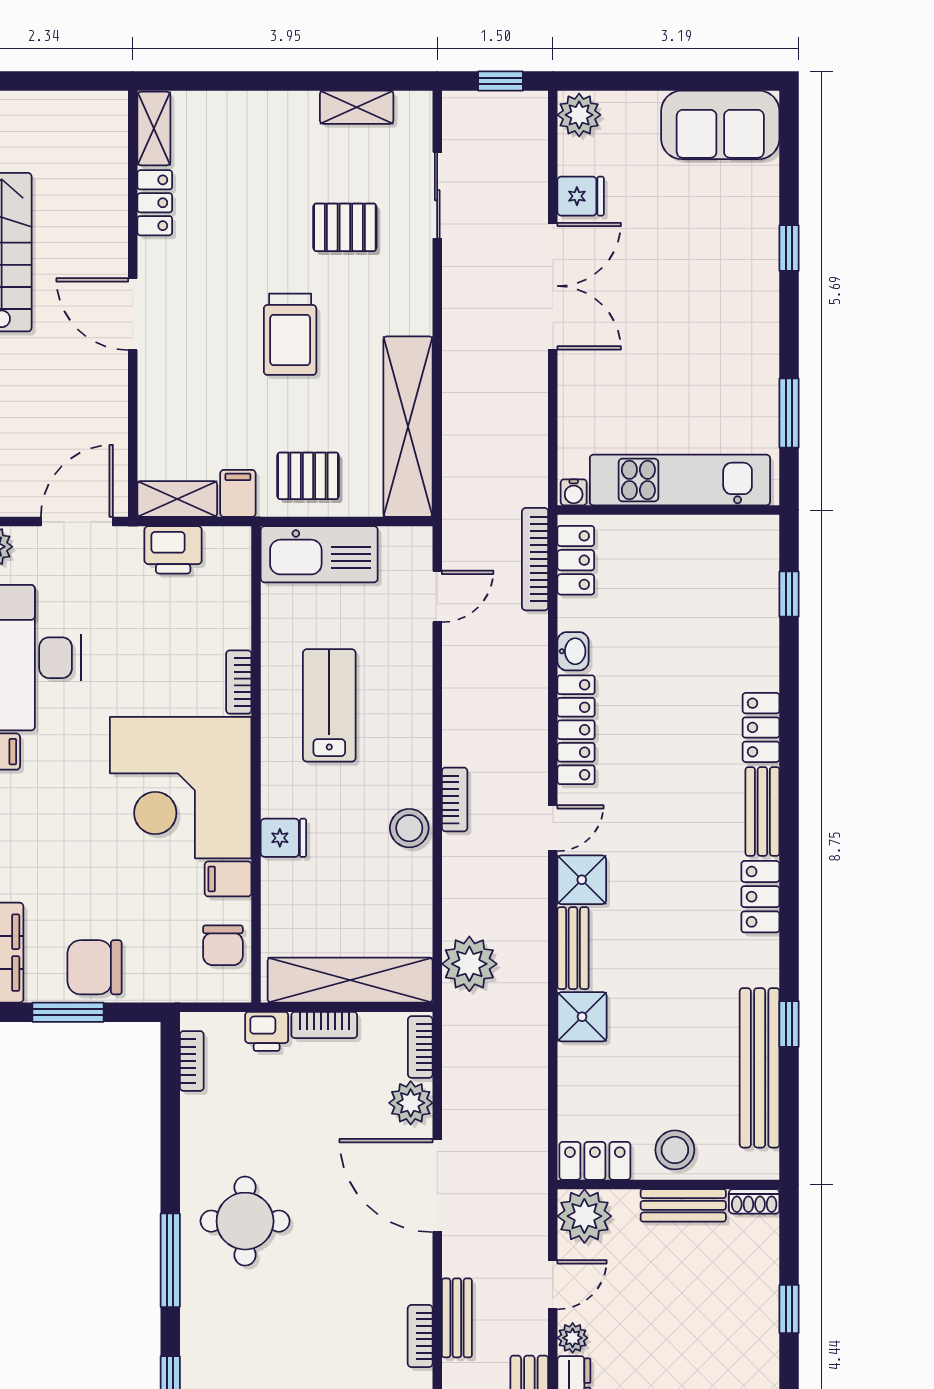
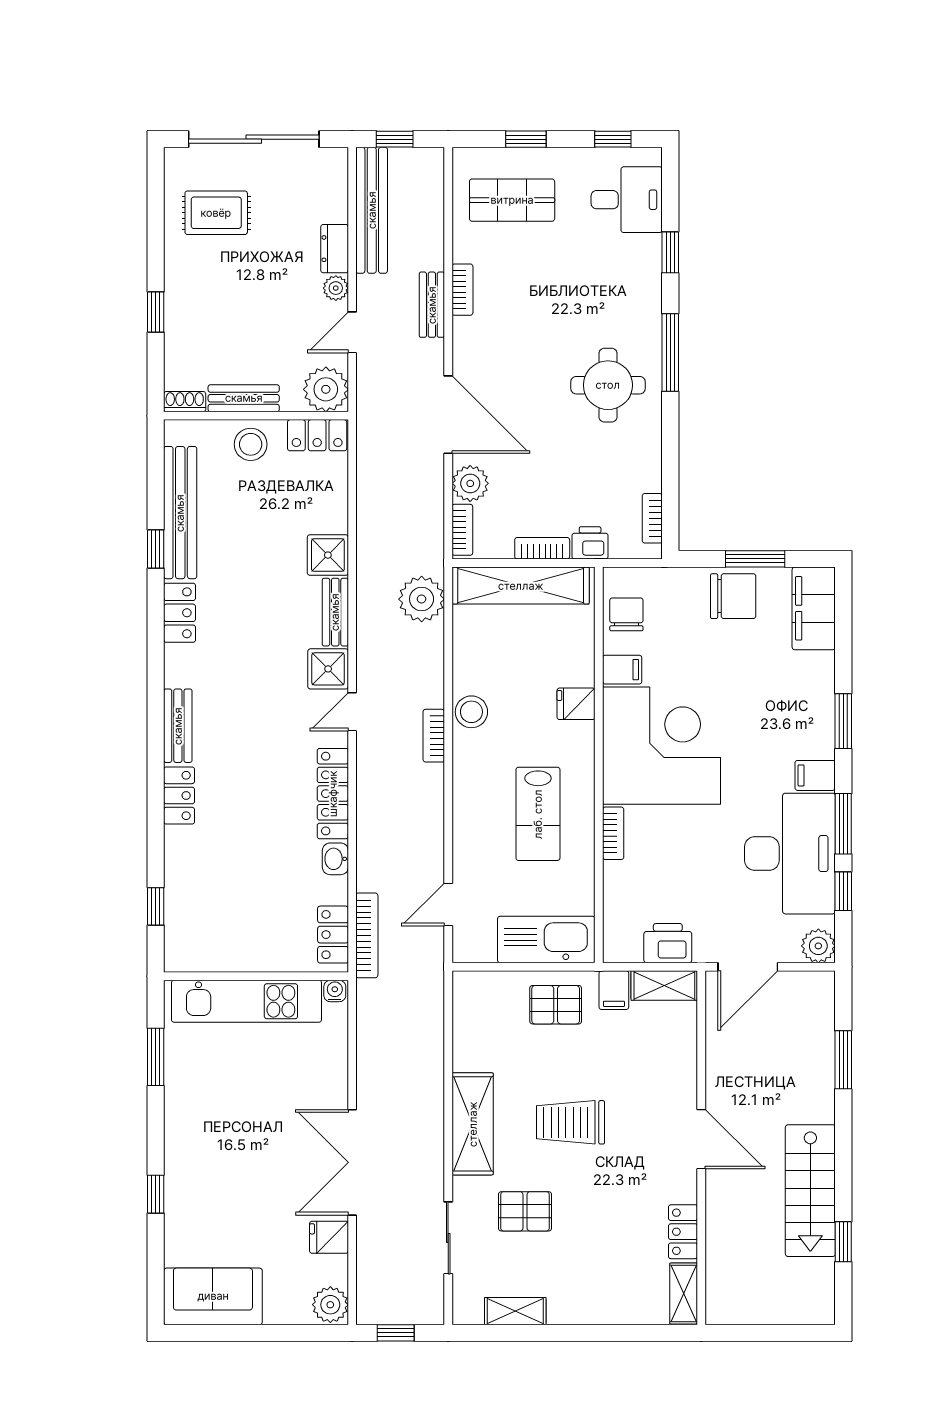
trolley: (290, 334) -> (571, 1122), turned -90
shelving: (408, 427) -> (473, 1124), moved, width x0.68
locker: (760, 897) -> (180, 613), moved

